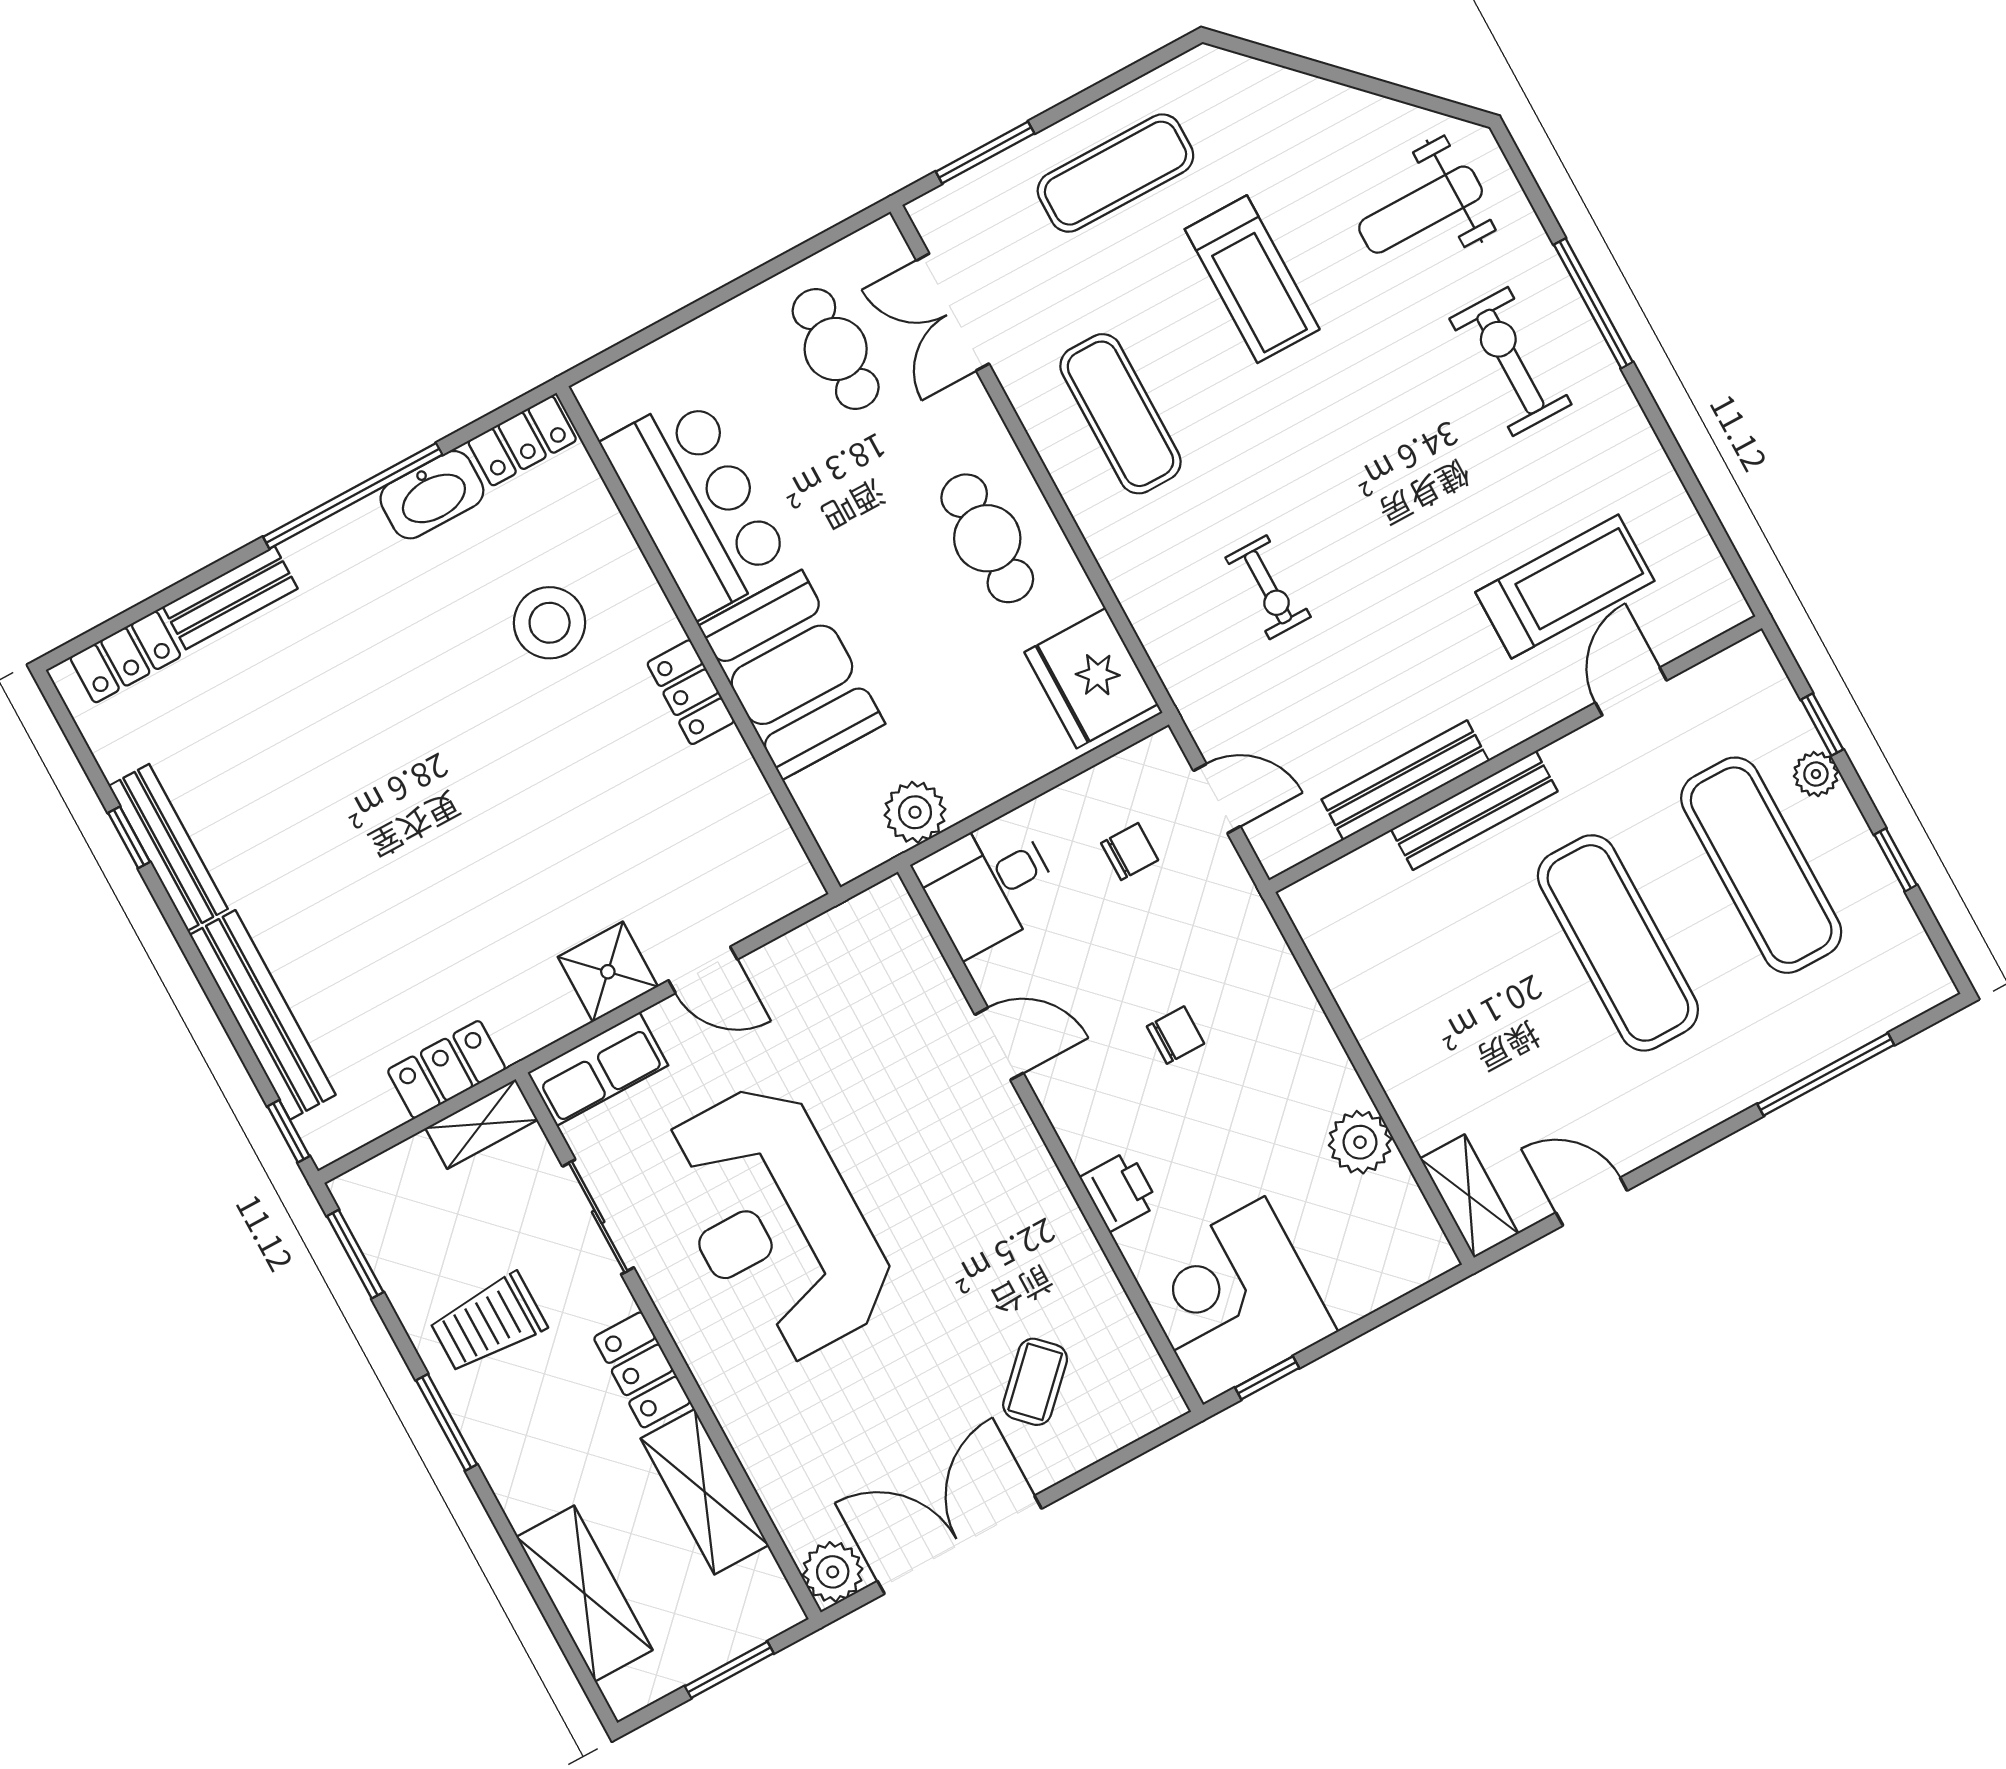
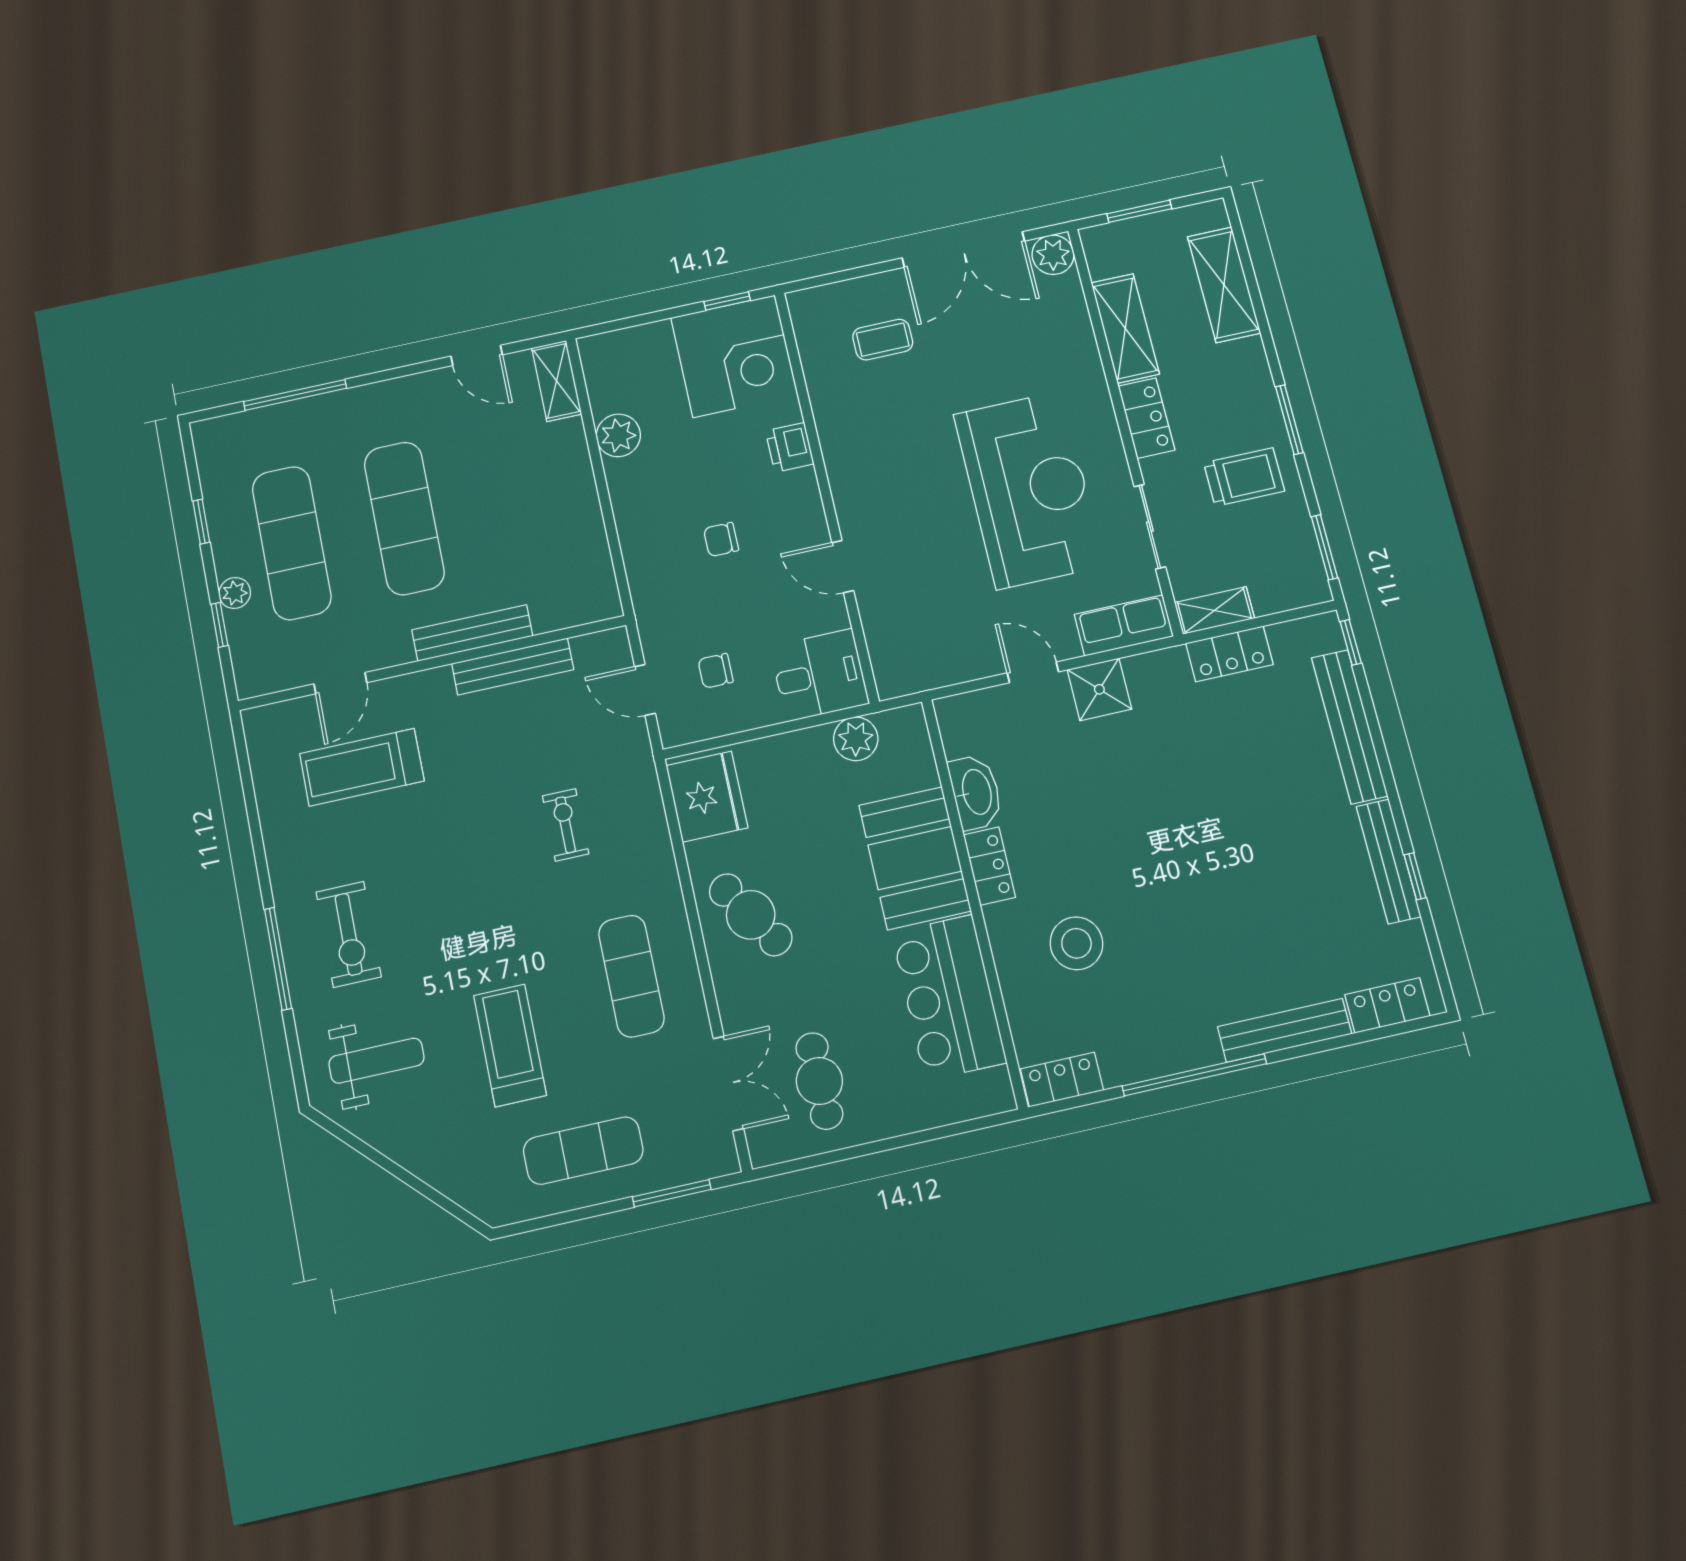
washbasin: (432, 495) -> (976, 792), moved, turned 90
cafe table: (987, 538) -> (751, 915), turned -33
bench: (230, 598) -> (1285, 1030), width x1.36
coffee table: (1035, 1382) -> (883, 340), turned 45

